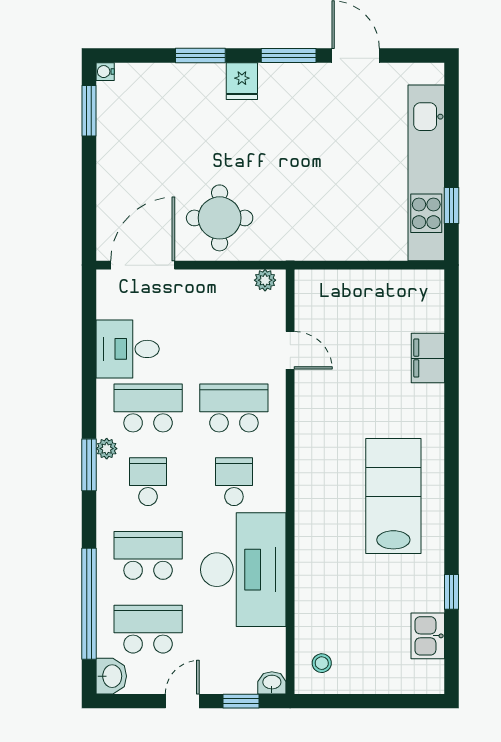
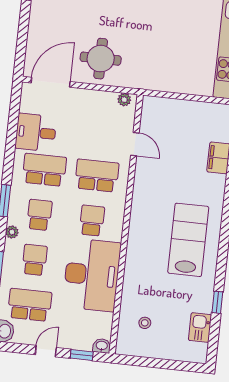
plant: (107, 449) -> (12, 232), moved
school desk: (148, 555) -> (35, 260), width x0.54
stool: (322, 663) -> (145, 323), moved

